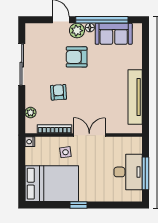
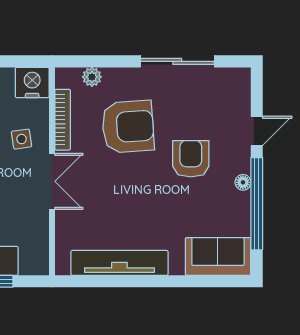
plant: (77, 31) -> (238, 159), removed
sofa: (114, 34) -> (218, 256), moved, turned 90
armchair: (59, 92) -> (128, 127), width x1.88, depth x1.88
nightstand: (30, 142) -> (32, 83), width x1.89, depth x1.79

